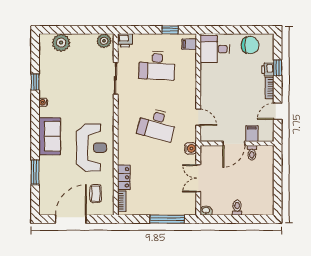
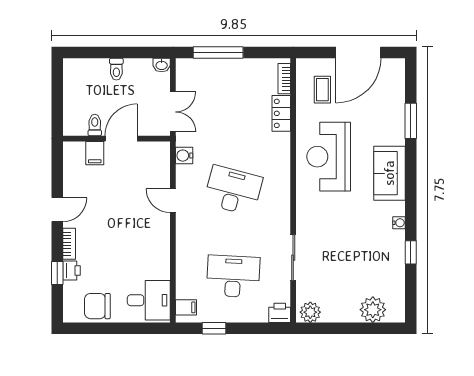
filing cabinet: (252, 134) -> (95, 153), moved
door: (234, 144) -> (121, 139), moved
wall: (237, 144) -> (117, 139), moved
toilet: (252, 153) -> (95, 125), moved

